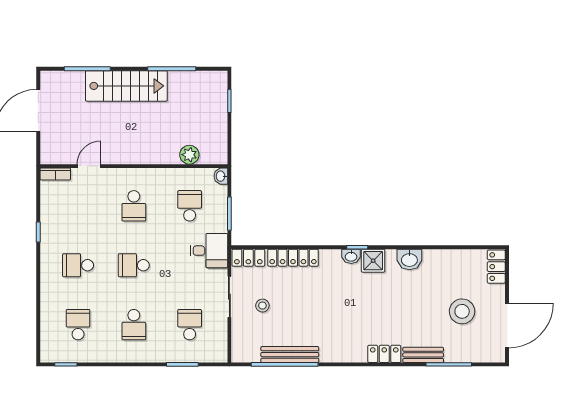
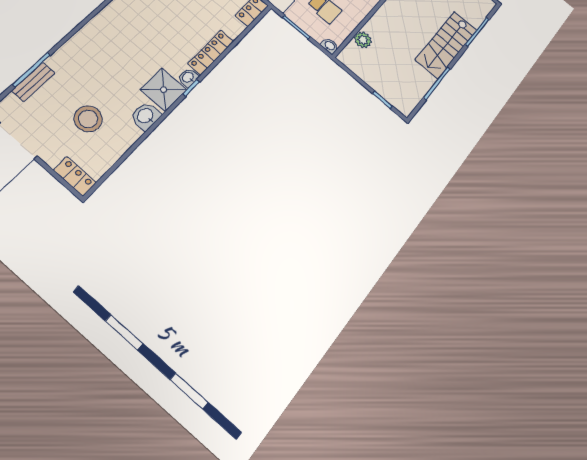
locker: (293, 258) -> (211, 52), moved
shower: (373, 261) -> (164, 90), width x1.36, depth x1.36
stool: (462, 311) -> (88, 119), moved
locker: (384, 354) -> (88, 33), removed
bench: (423, 355) -> (33, 82), moved

